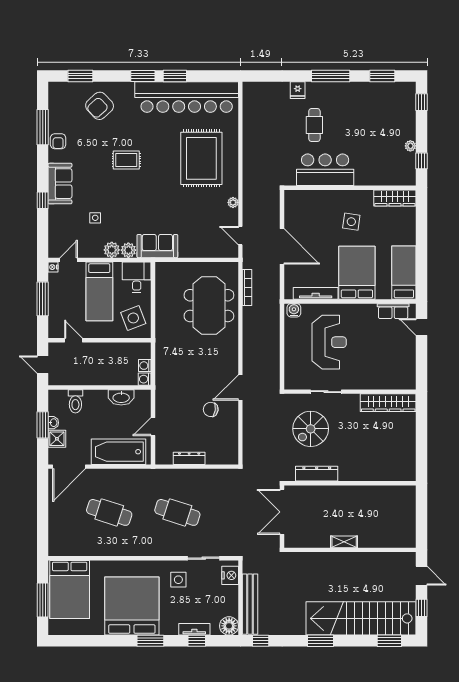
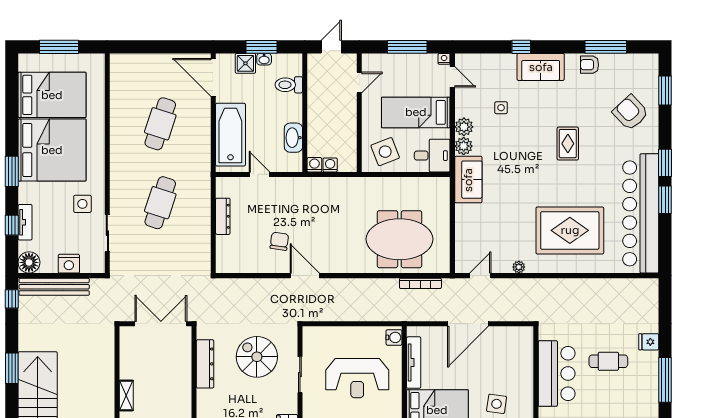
nightstand: (230, 575) -> (69, 264), moved
bed: (70, 589) -> (52, 95), moved, turned 180

